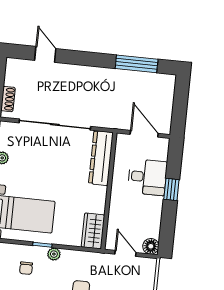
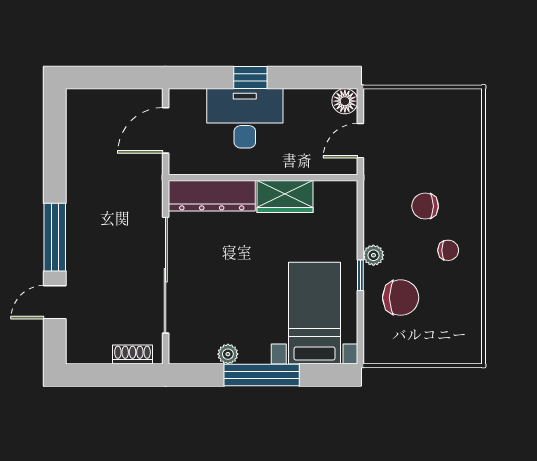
window: (137, 64) -> (55, 237), moved
desk: (147, 177) -> (245, 118), width x1.37
wardrobe: (93, 231) -> (285, 196), moved
chair: (26, 268) -> (401, 298), width x1.87, depth x1.87

